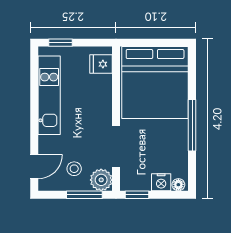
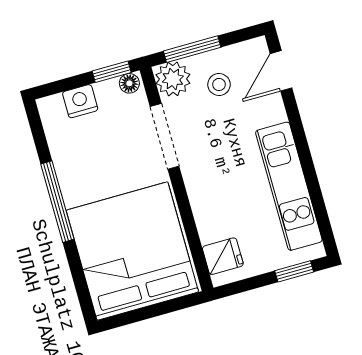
floor lamp: (178, 185) -> (129, 83), moved

